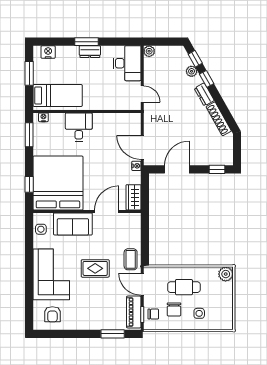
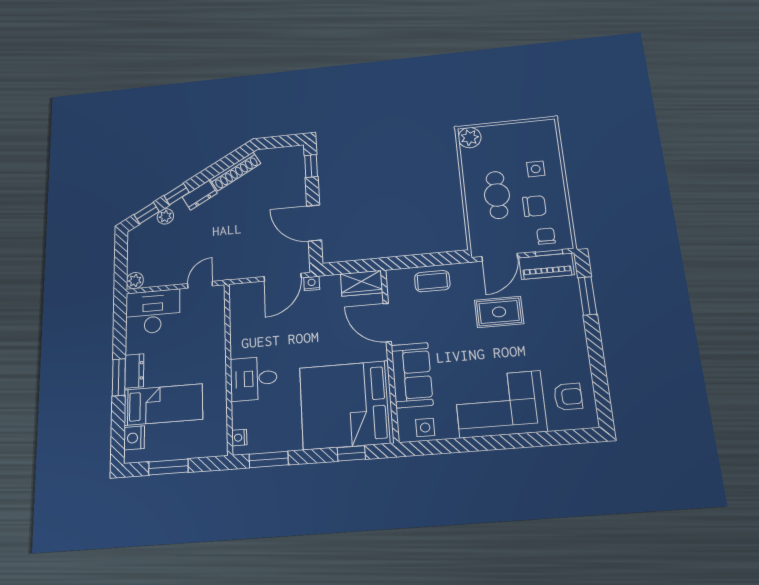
bed: (58, 95) -> (163, 405), moved, turned 90
coffee table: (131, 259) -> (432, 281), moved
rug: (95, 268) -> (499, 312), moved, turned 90

